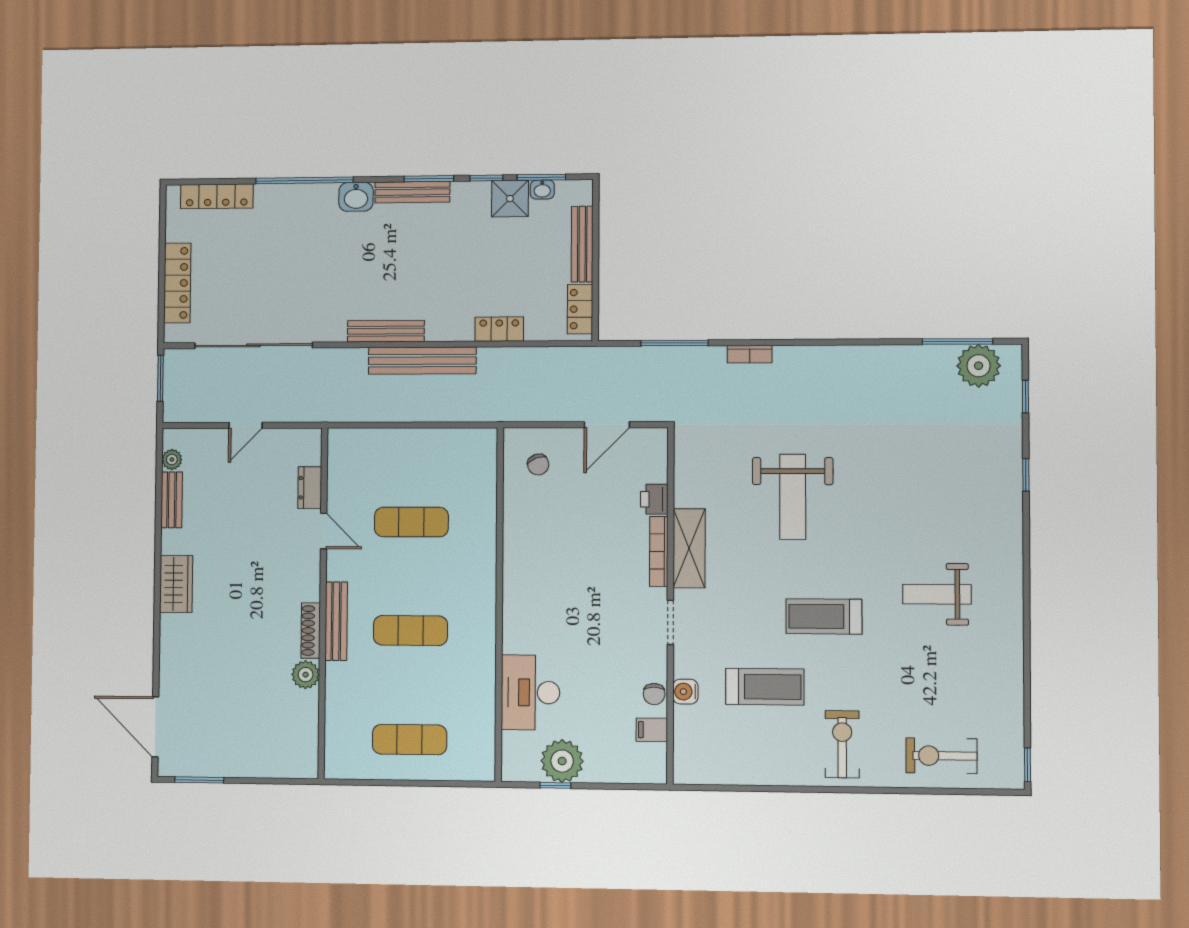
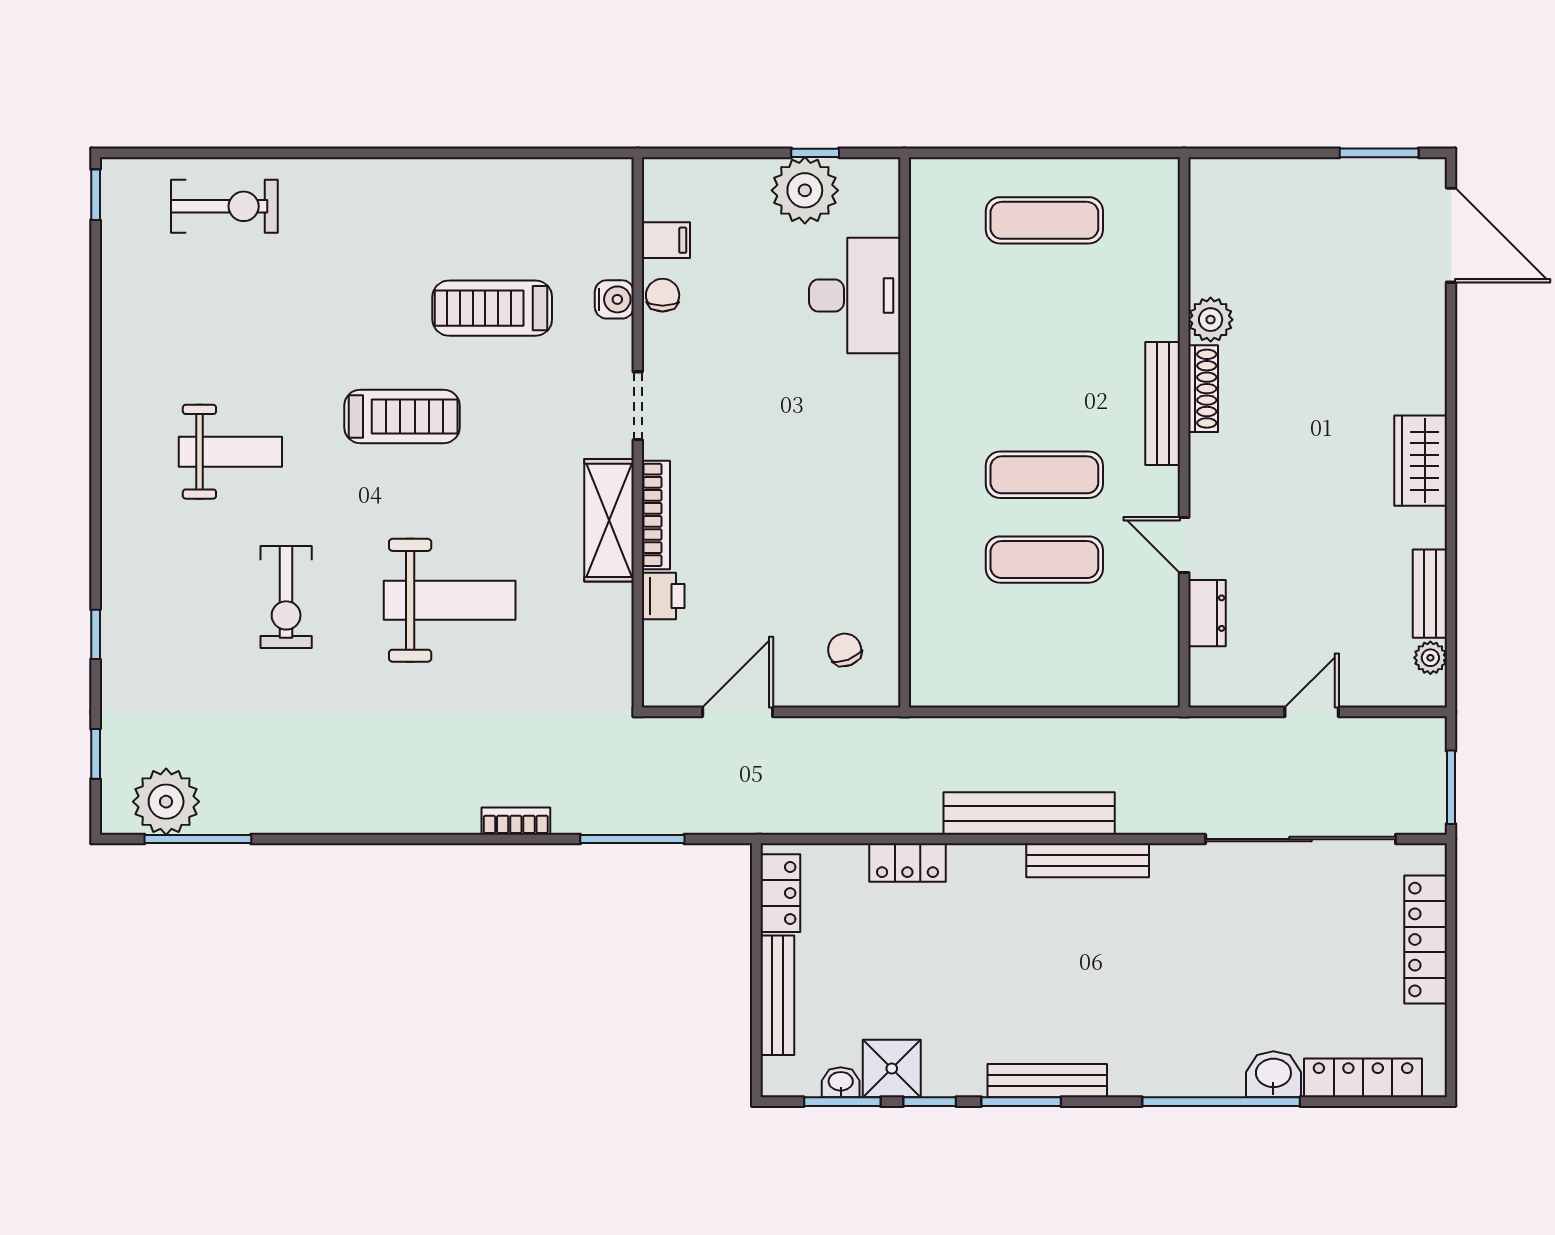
washbasin: (356, 197) -> (1273, 1074), moved
weight bench: (793, 497) -> (450, 600), turned 90
exercise mat: (410, 631) -> (1044, 475), moved
exercise bike: (842, 744) -> (286, 597), moved

